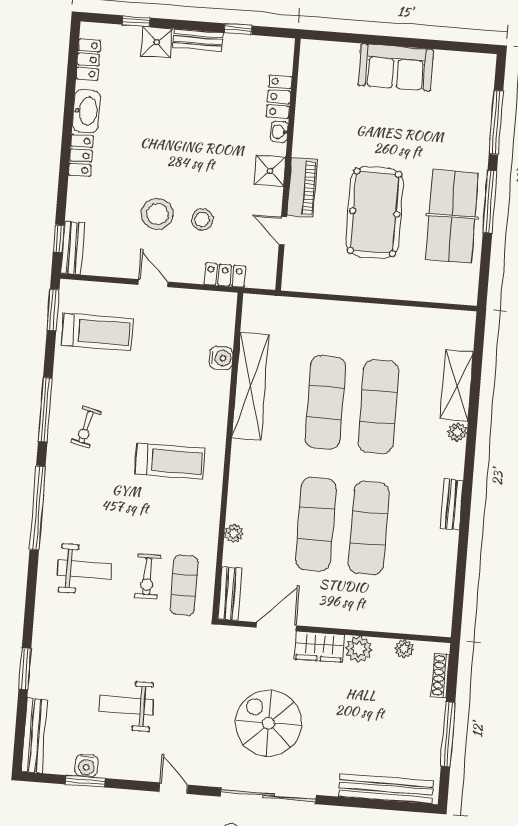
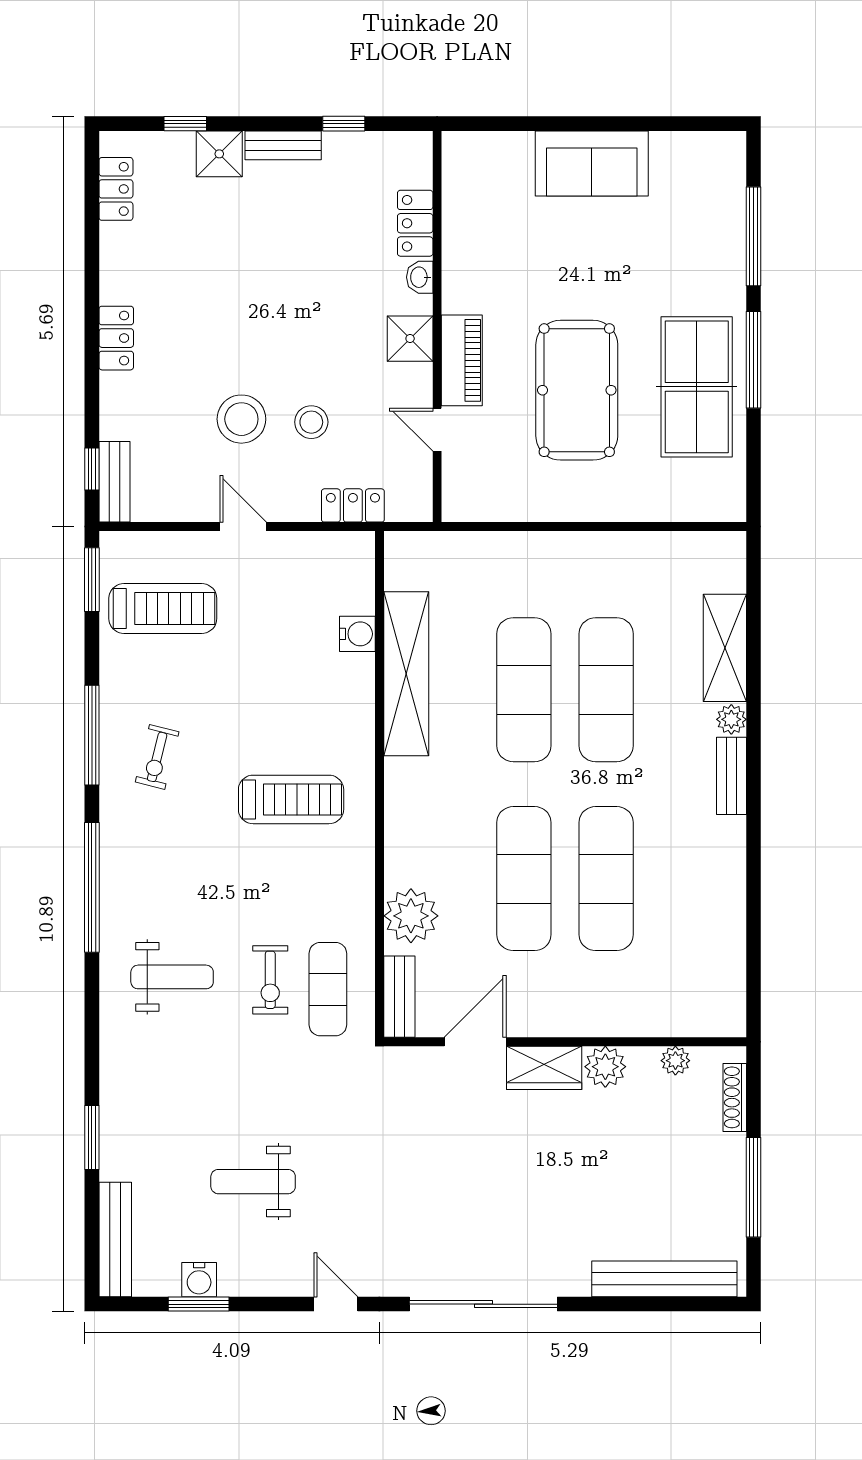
washbasin: (86, 111) -> (119, 269), removed
bench: (452, 504) -> (731, 776), moved
plant: (234, 533) -> (411, 916), width x1.88, depth x1.88
spiral stairs: (269, 723) -> (475, 1192), removed

